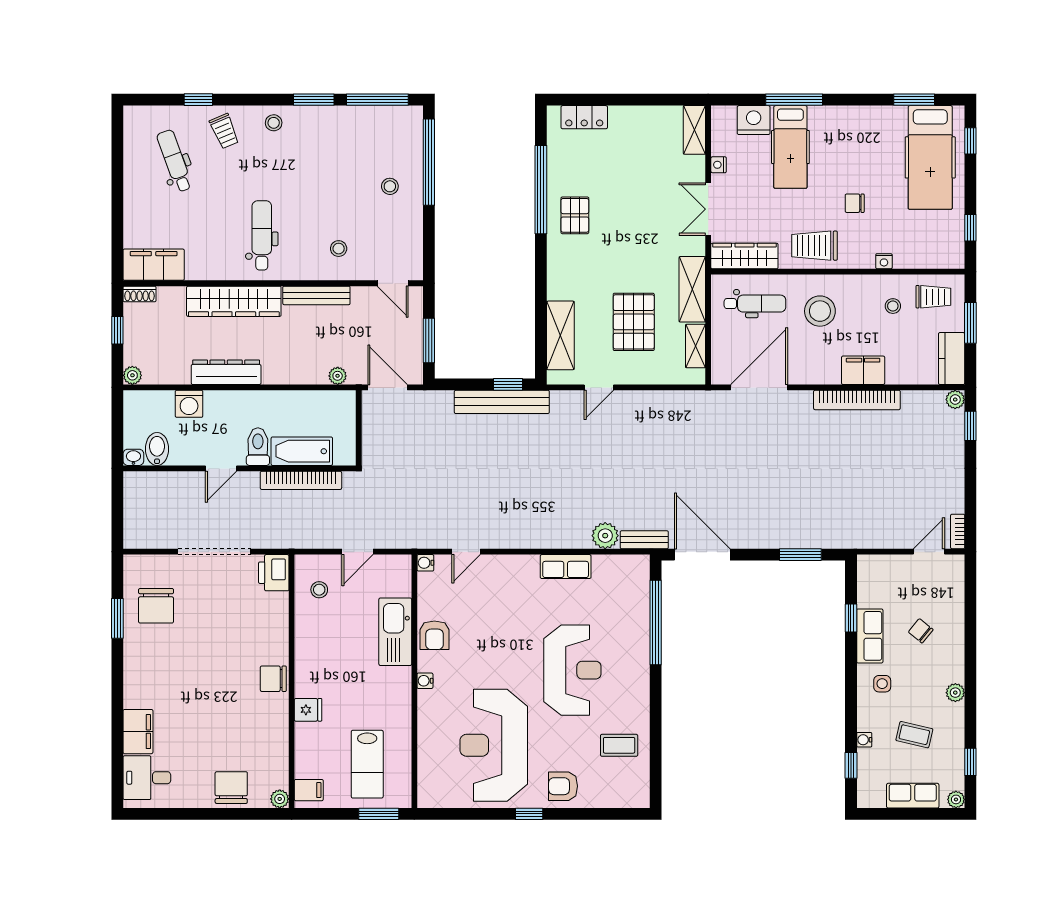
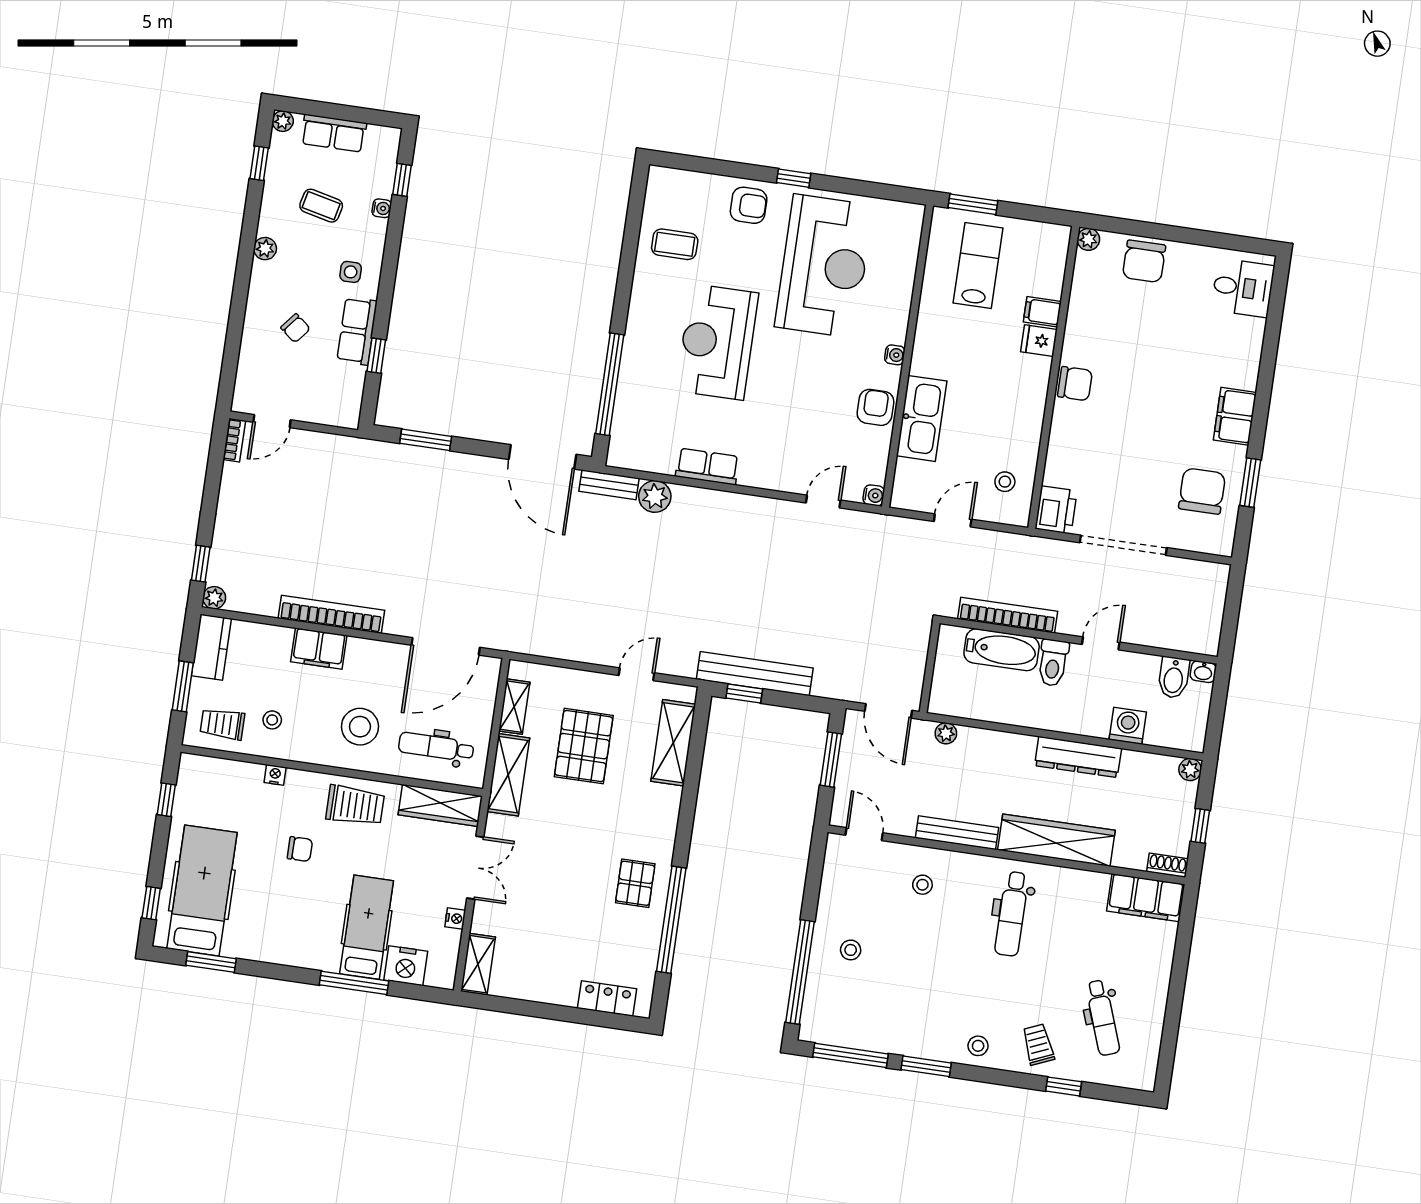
filing cabinet: (138, 732) -> (1235, 416), moved
filing cabinet: (309, 790) -> (1042, 312), moved

